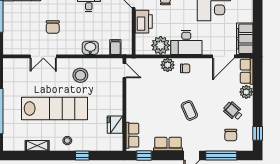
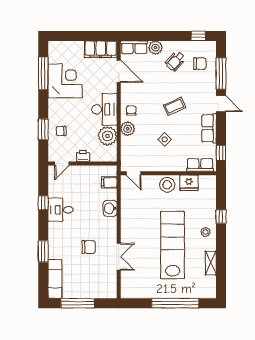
printer: (144, 22) -> (83, 156), width x0.53, depth x0.68
door: (124, 71) -> (134, 173), swing flipped
stool: (80, 75) -> (167, 185), moved
side table: (157, 101) -> (165, 139), added

